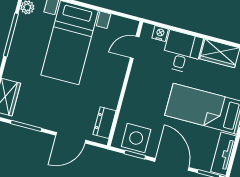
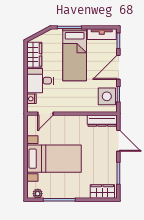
door: (135, 47) -> (46, 114), hinge flipped
dresser: (104, 123) -> (102, 121), width x1.44

